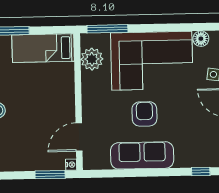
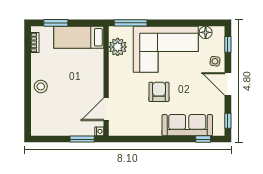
sofa: (142, 155) -> (187, 125), moved

